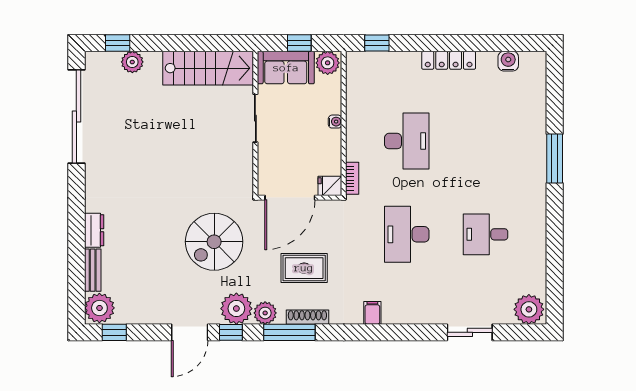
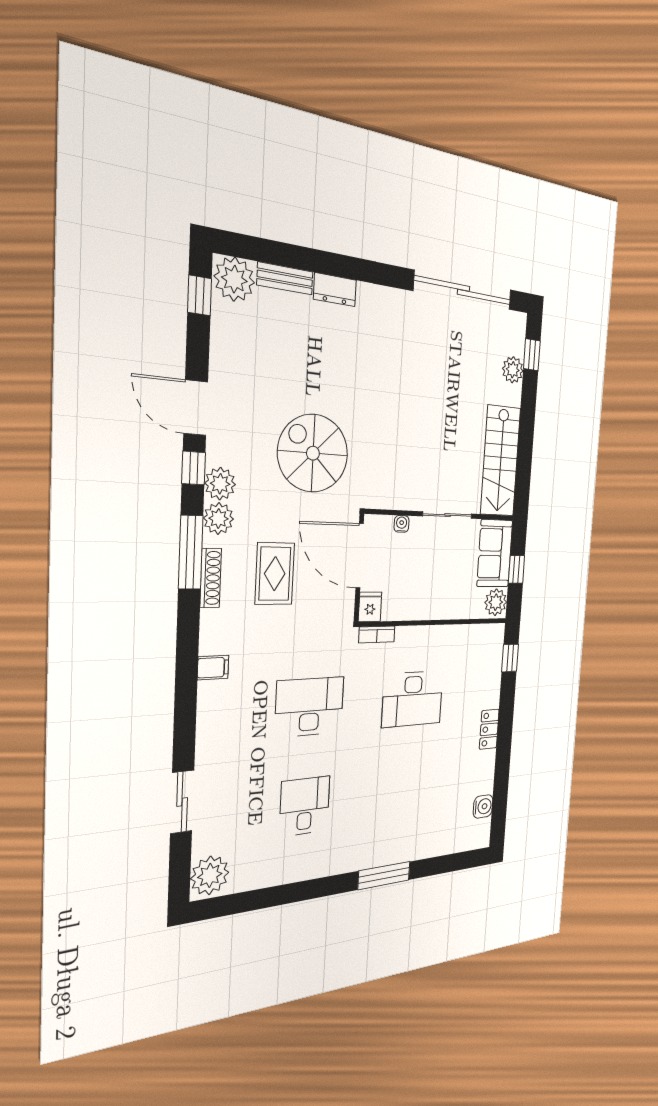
locker: (449, 60) -> (489, 729), width x0.66
water cooler: (335, 122) -> (402, 524), moved, turned 180
plant: (236, 309) -> (220, 484), width x0.73, depth x0.73

